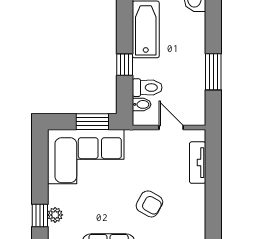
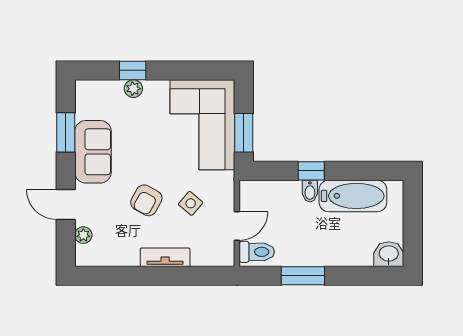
toilet: (147, 88) -> (257, 252), moved, turned -90
bidet: (142, 104) -> (310, 191), moved
tv unit: (198, 163) -> (165, 257), moved
side table: (152, 167) -> (191, 203), added

